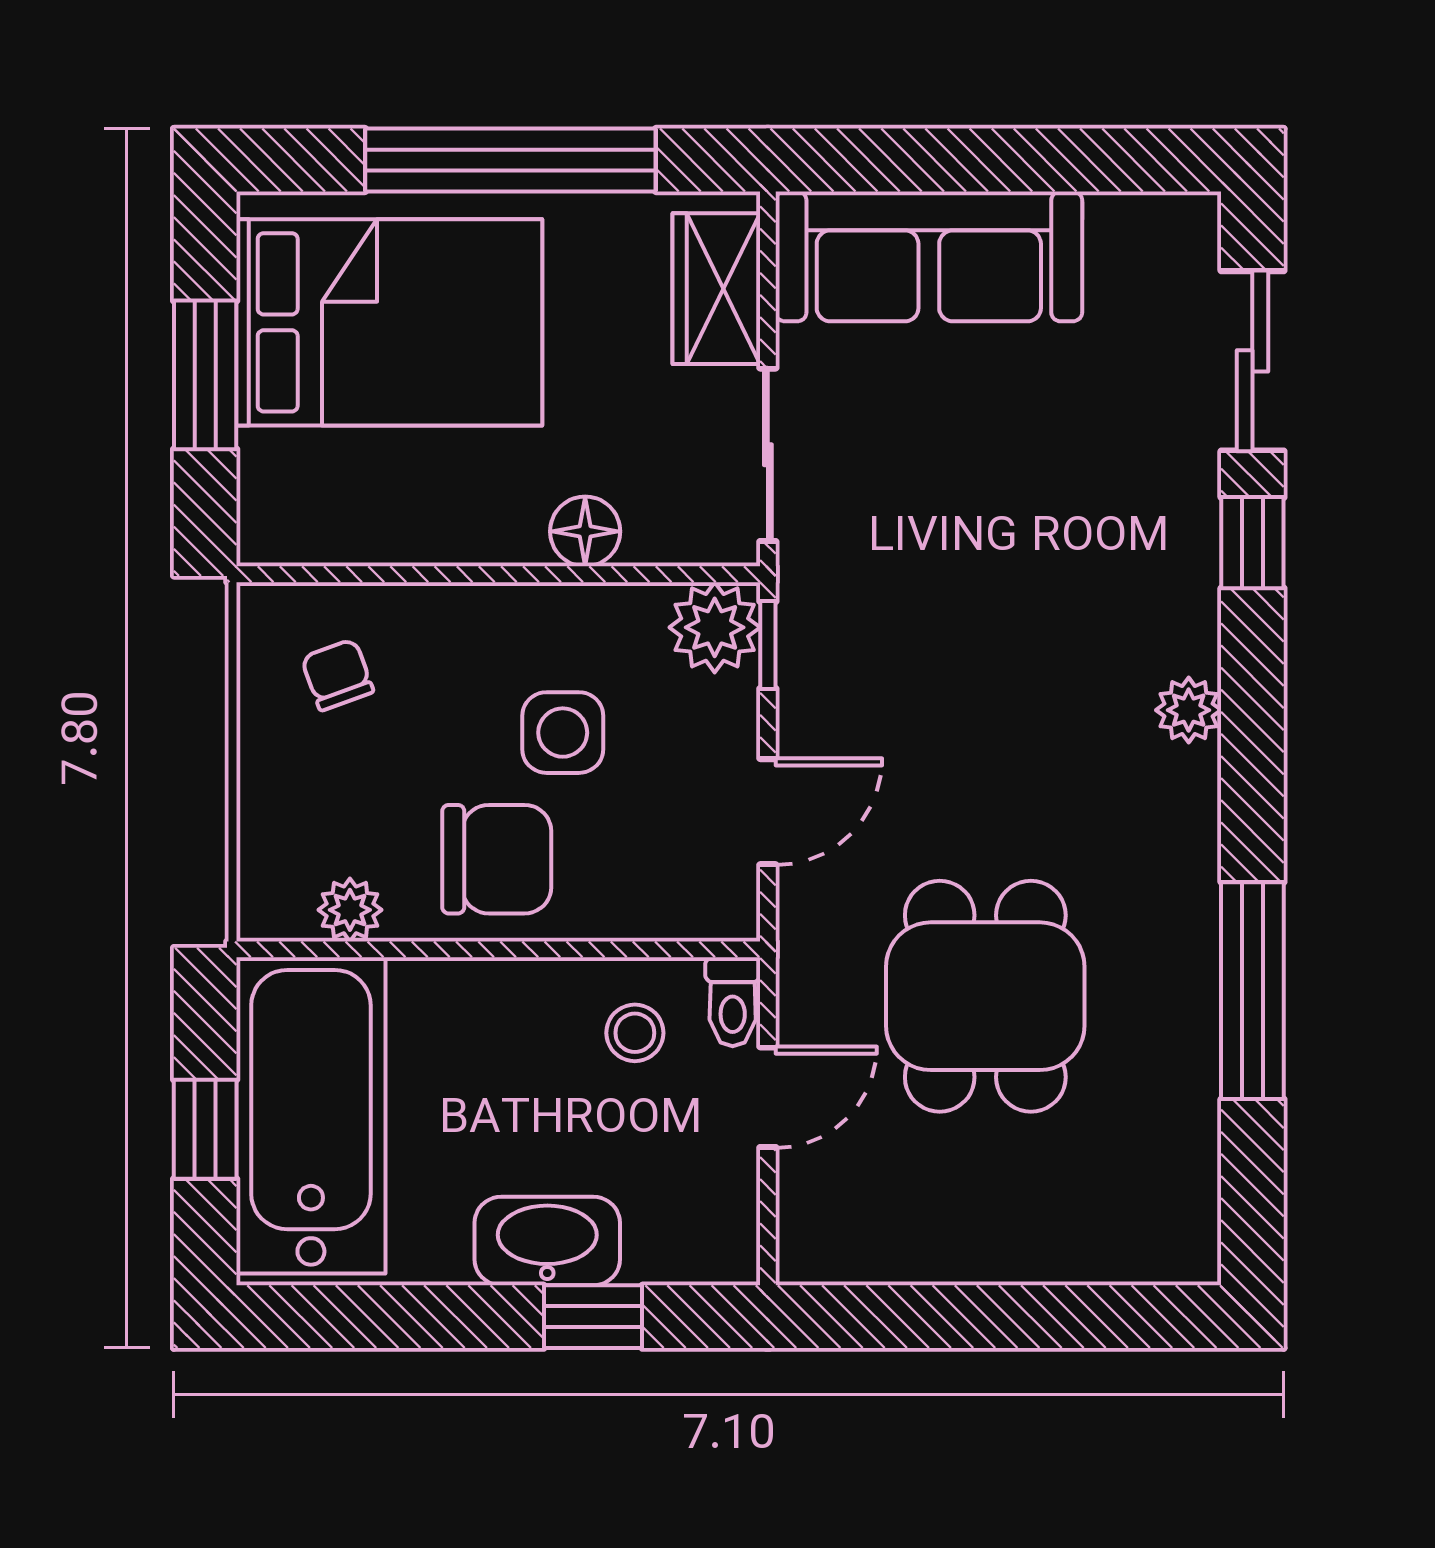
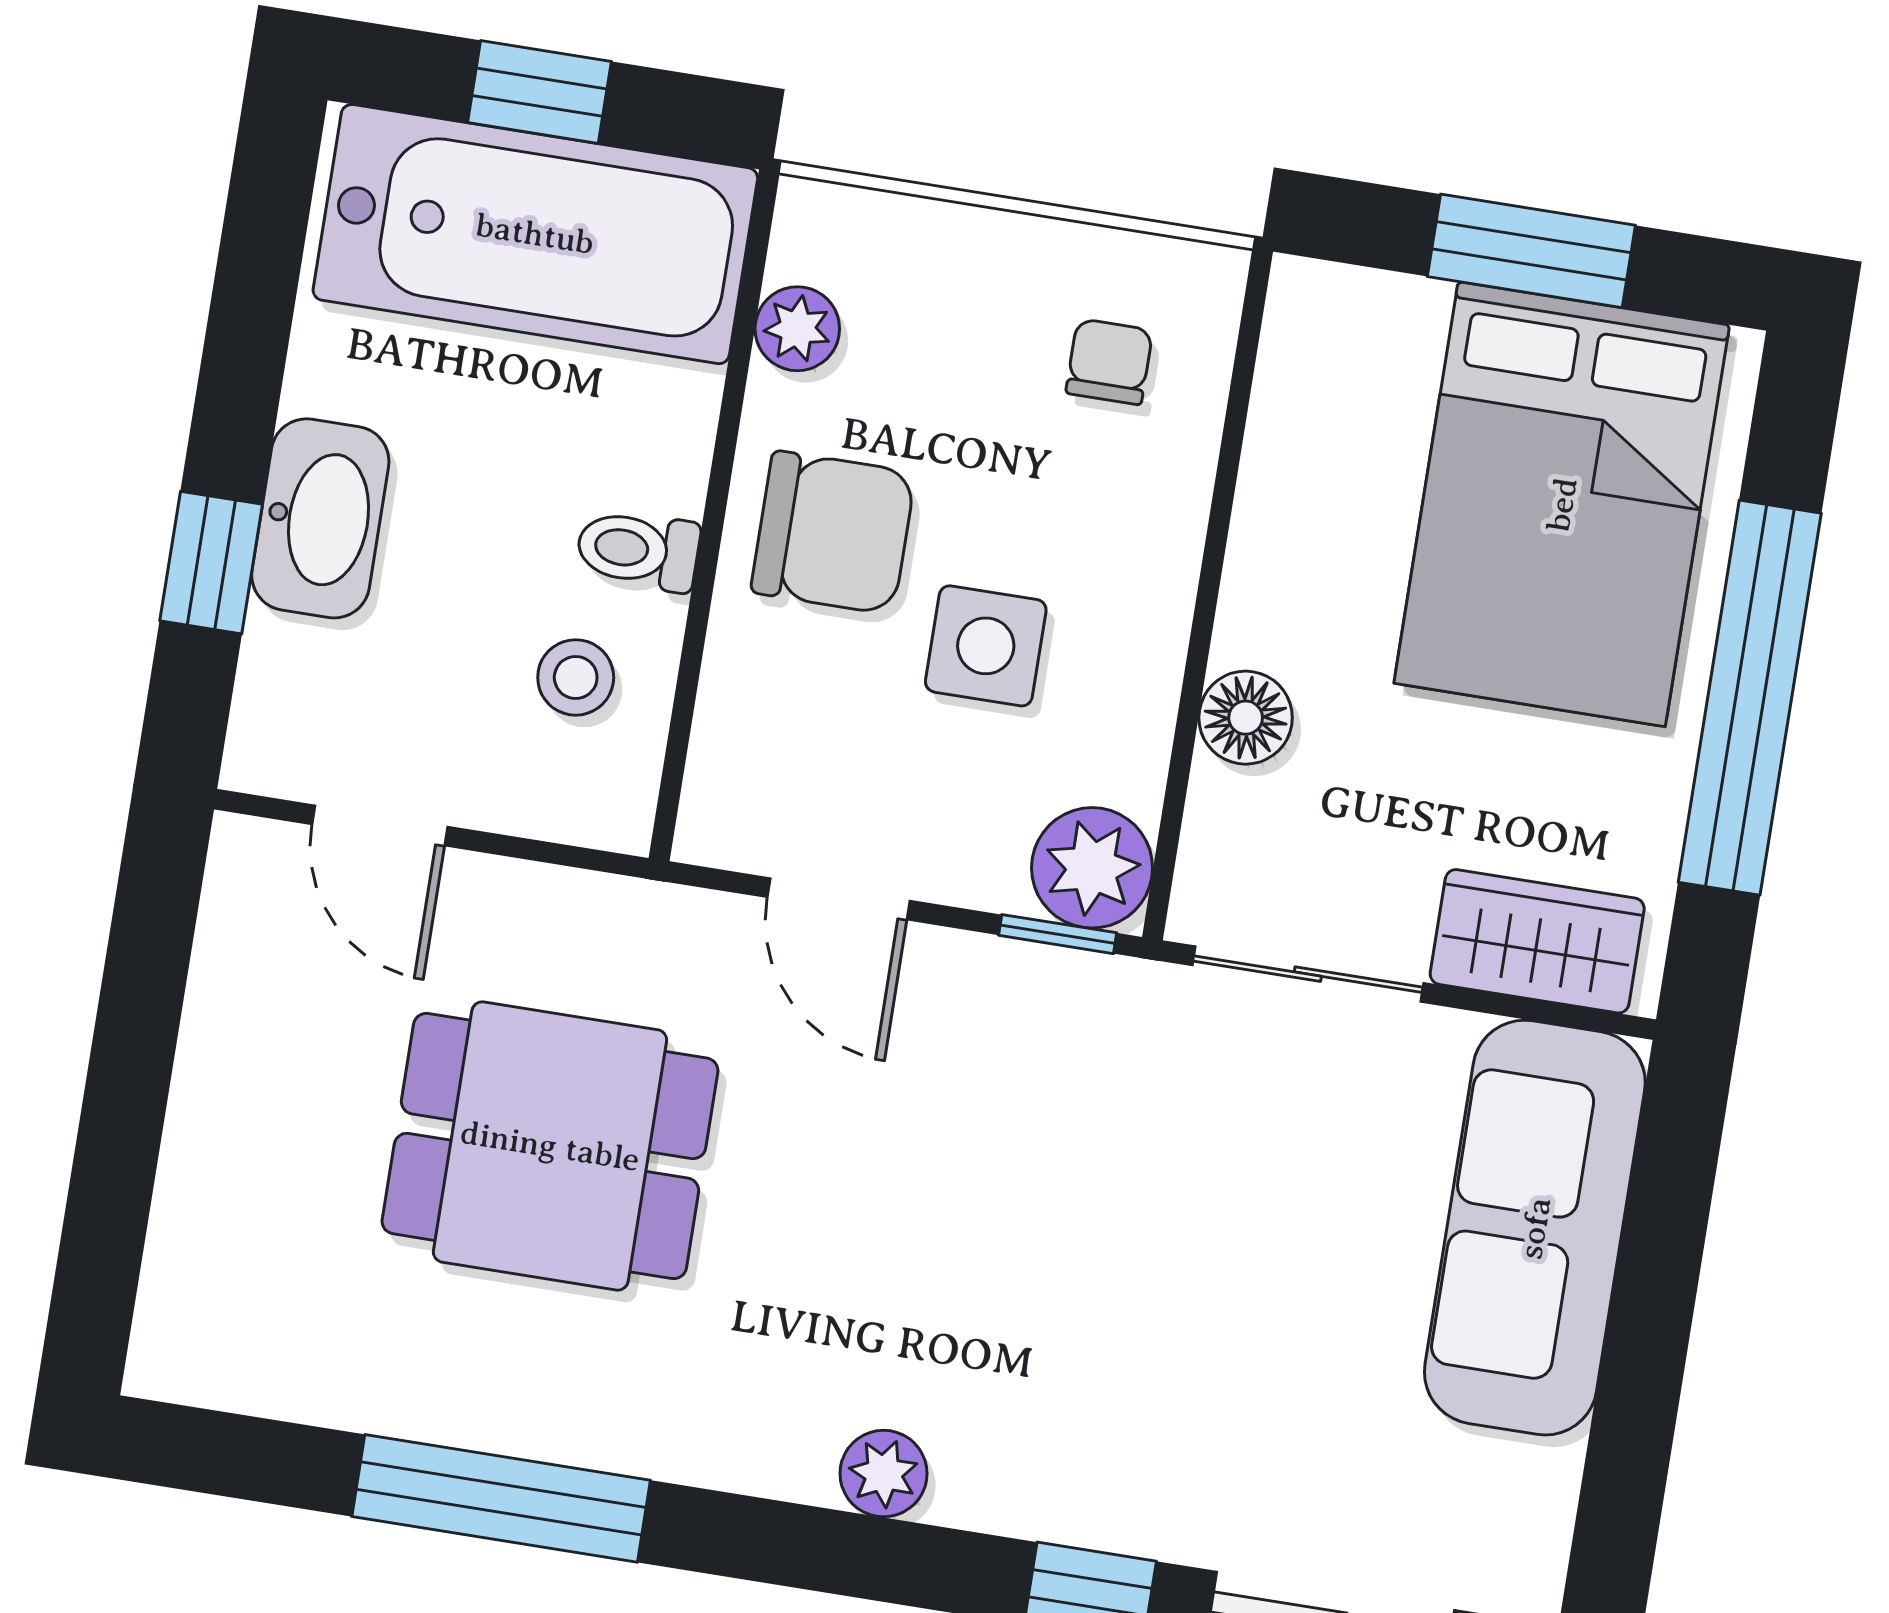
chair: (337, 675) -> (1109, 362), turned -70
chair: (497, 859) -> (833, 532), turned -90
toilet: (733, 1002) -> (638, 550), moved
door: (768, 1097) -> (380, 825), moved

